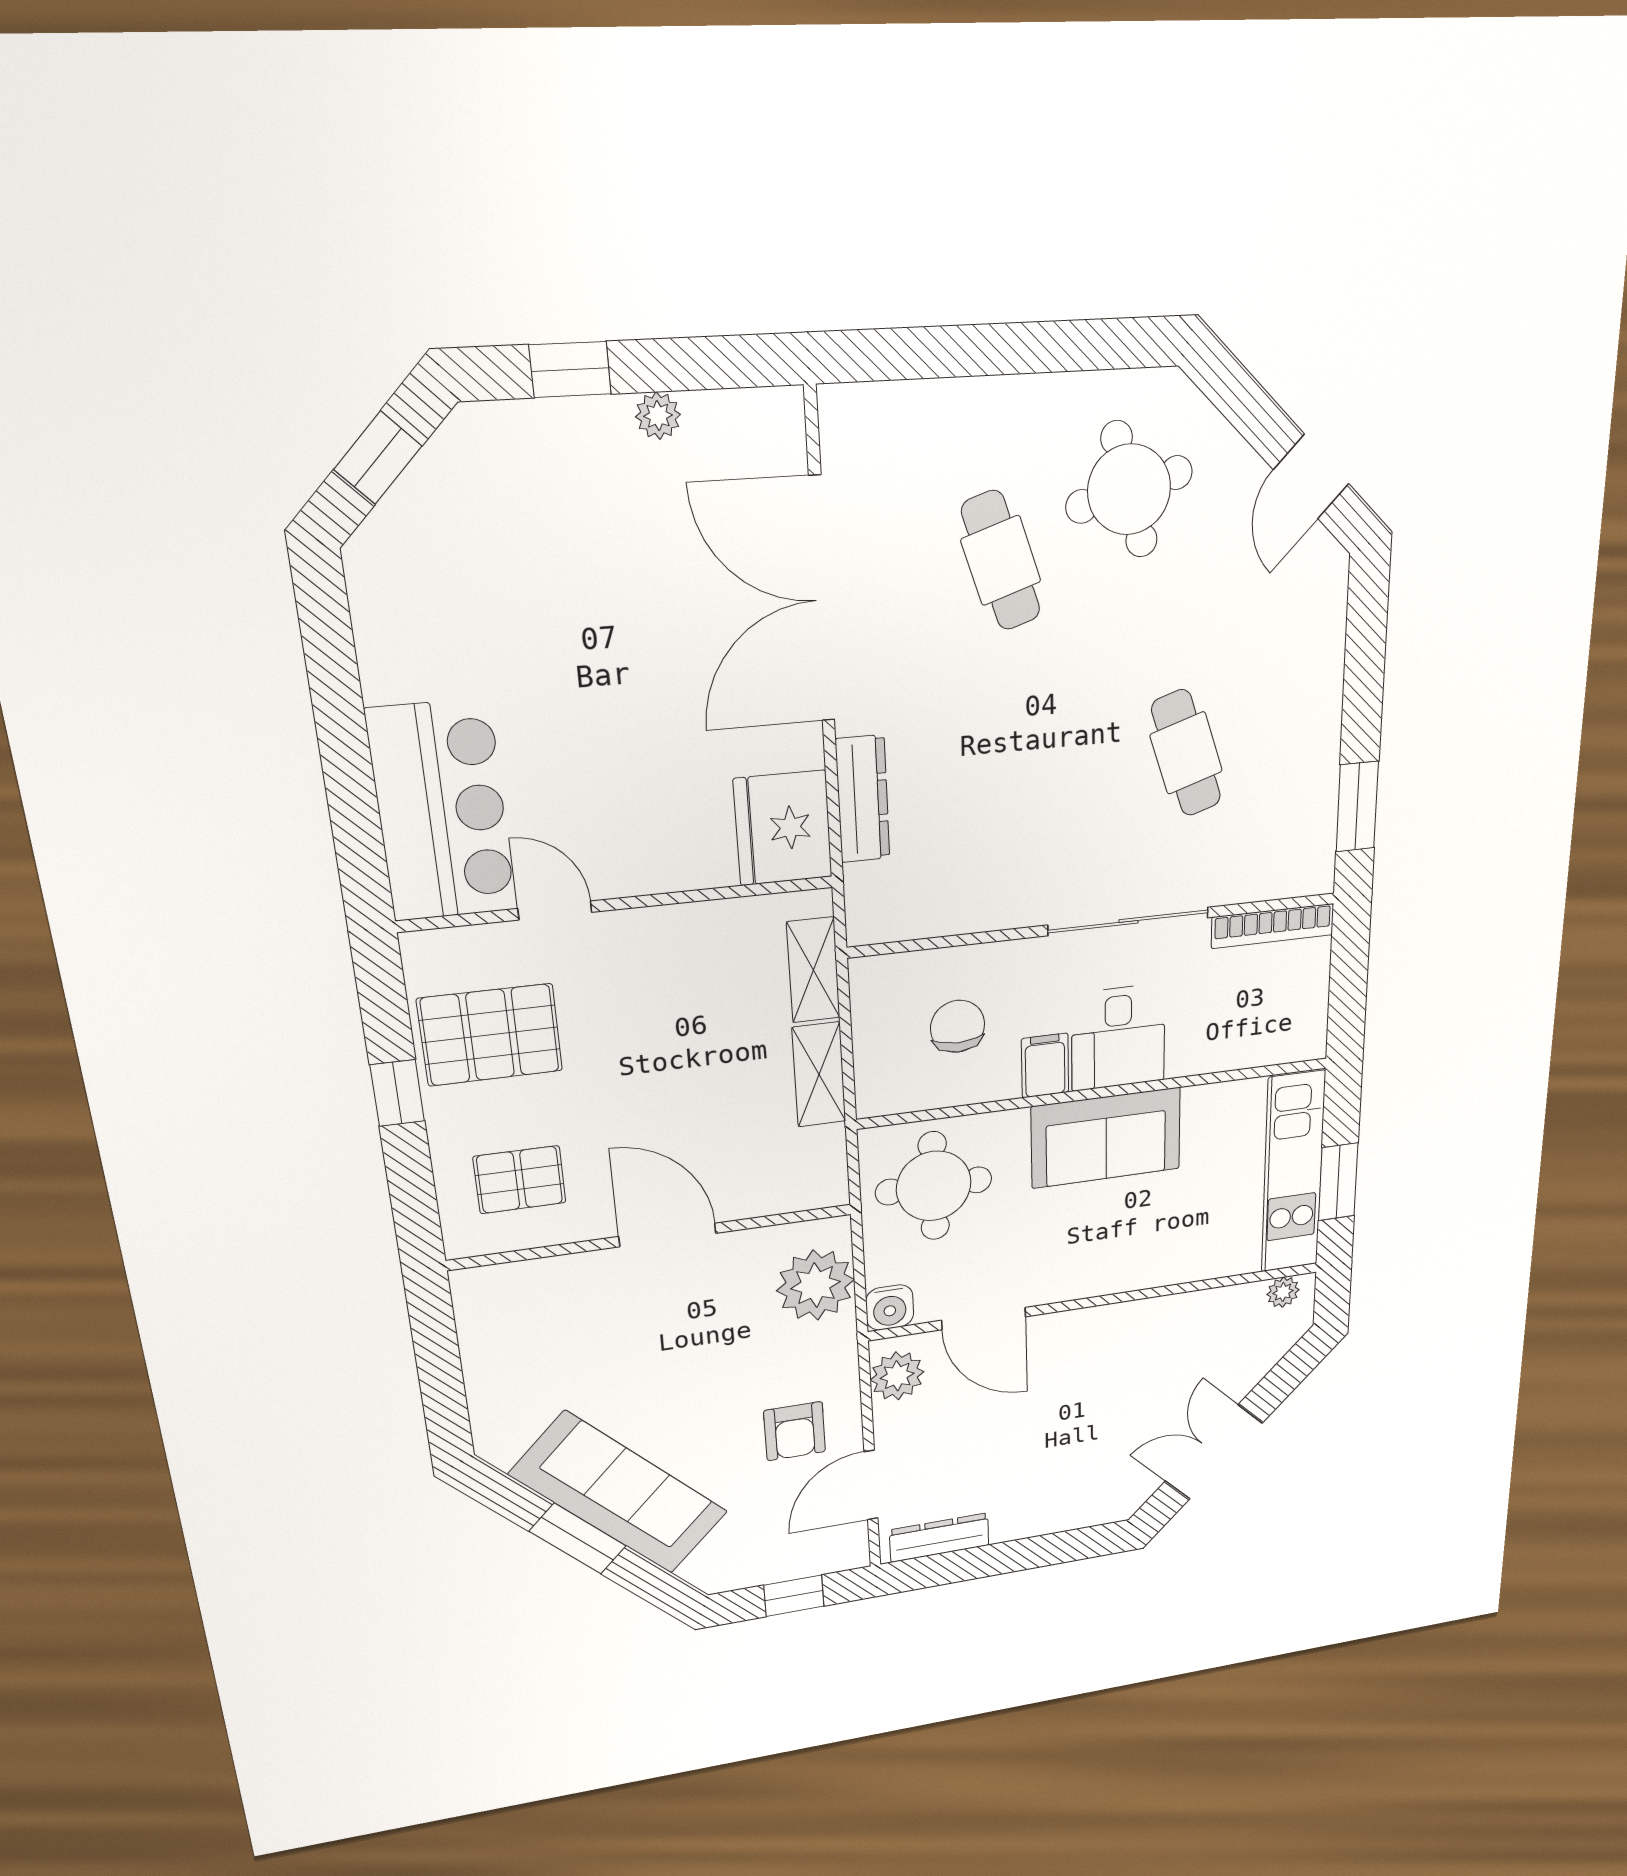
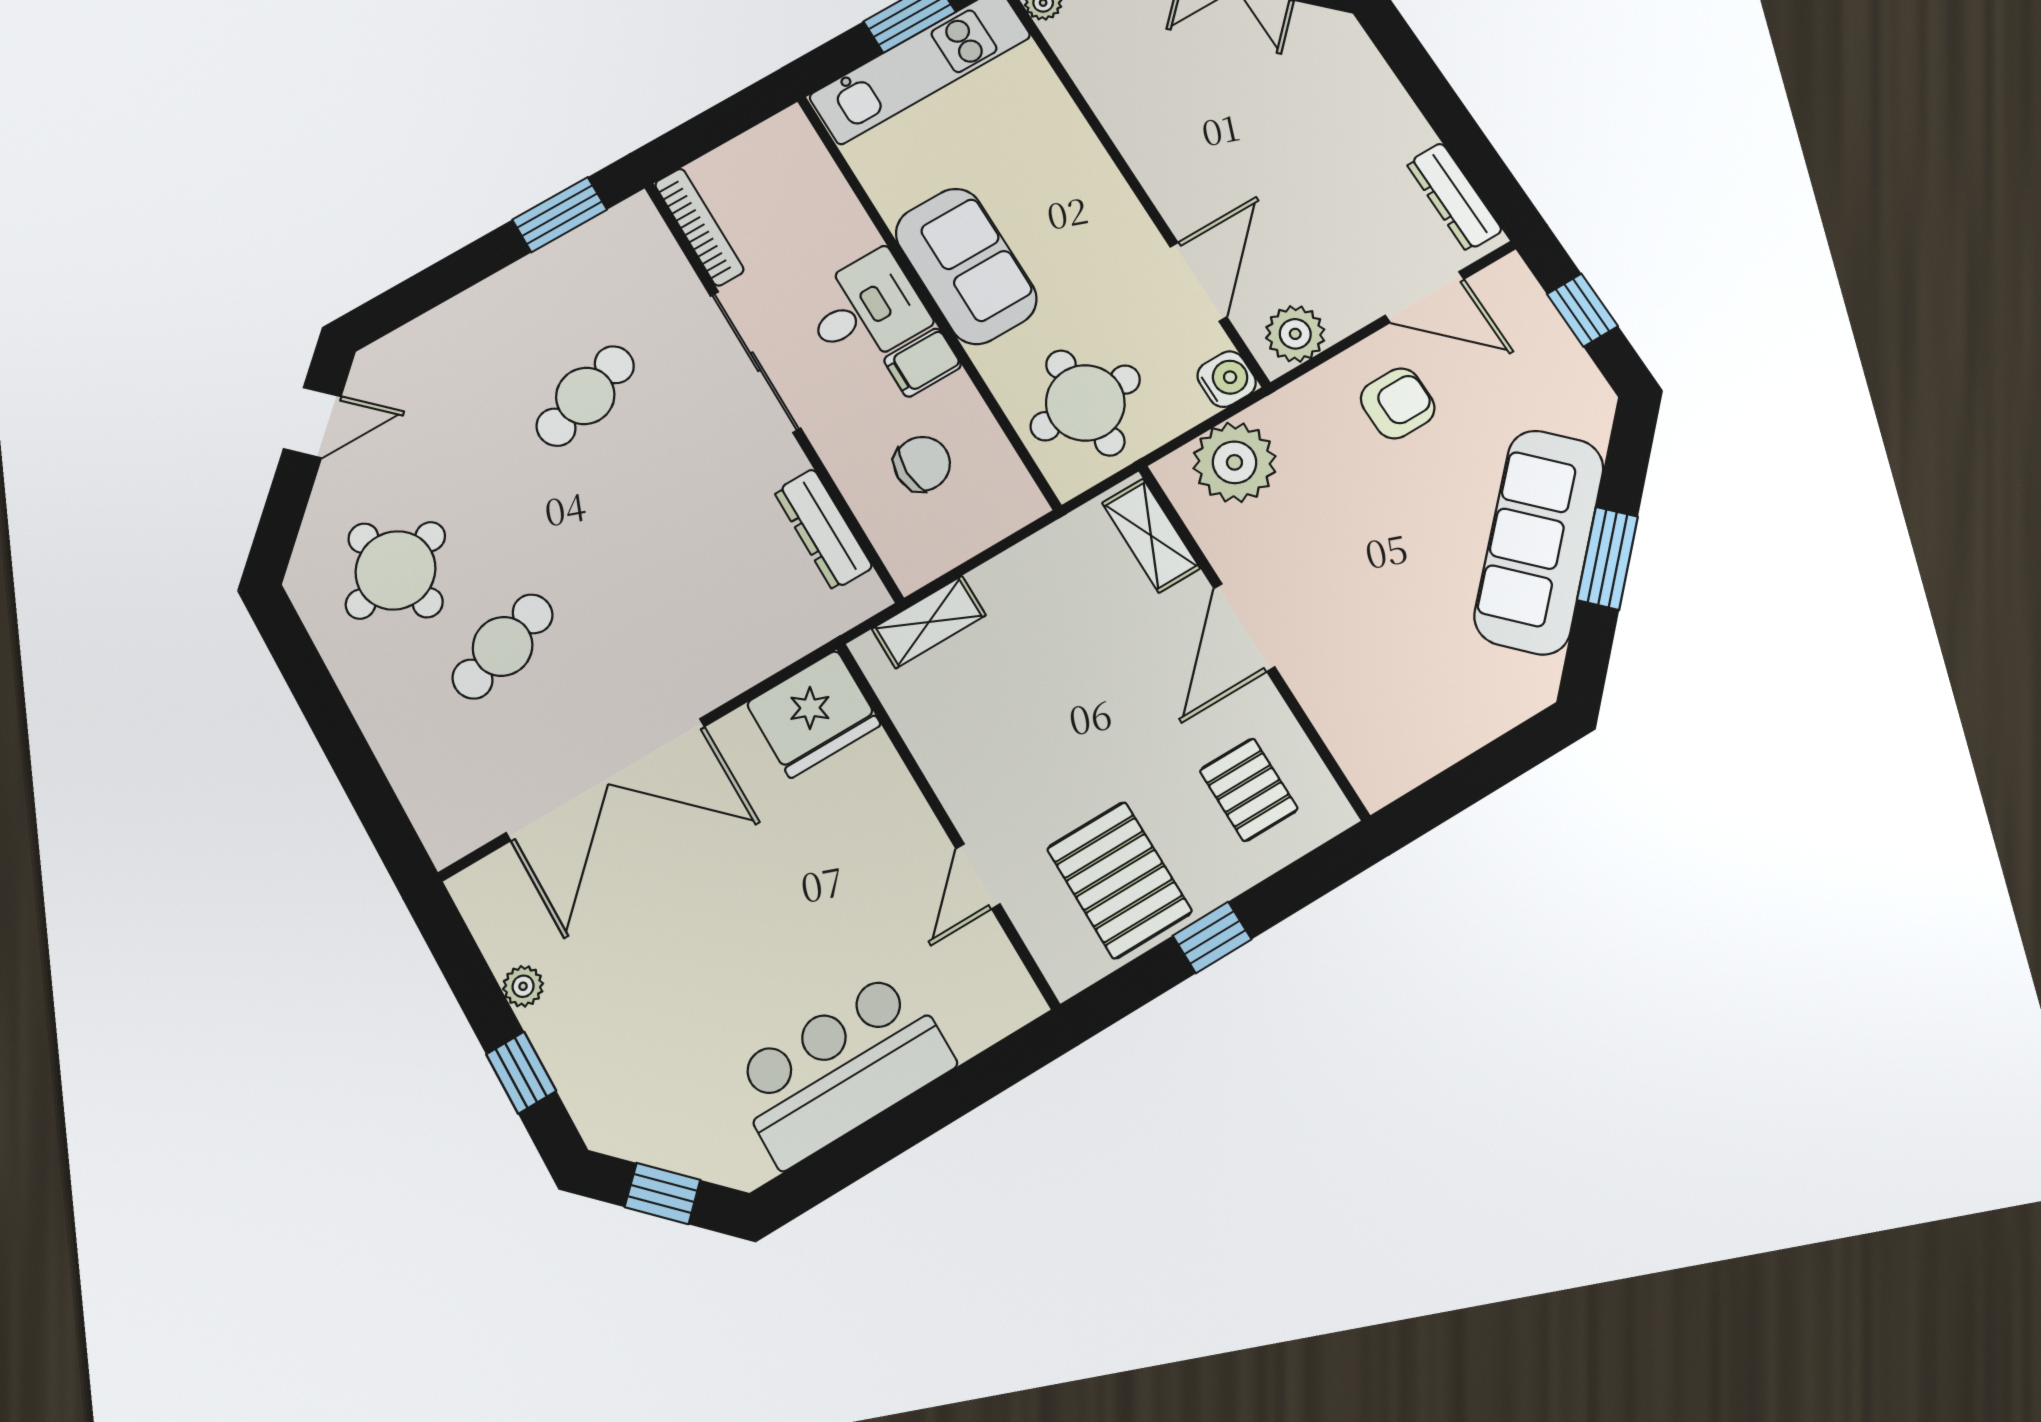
dresser: (863, 799) -> (823, 529), moved, turned -90
bar counter: (442, 811) -> (842, 1069), moved
chair: (958, 1026) -> (922, 464), turned 180
shelving: (819, 1075) -> (1151, 536), moved, turned 90

